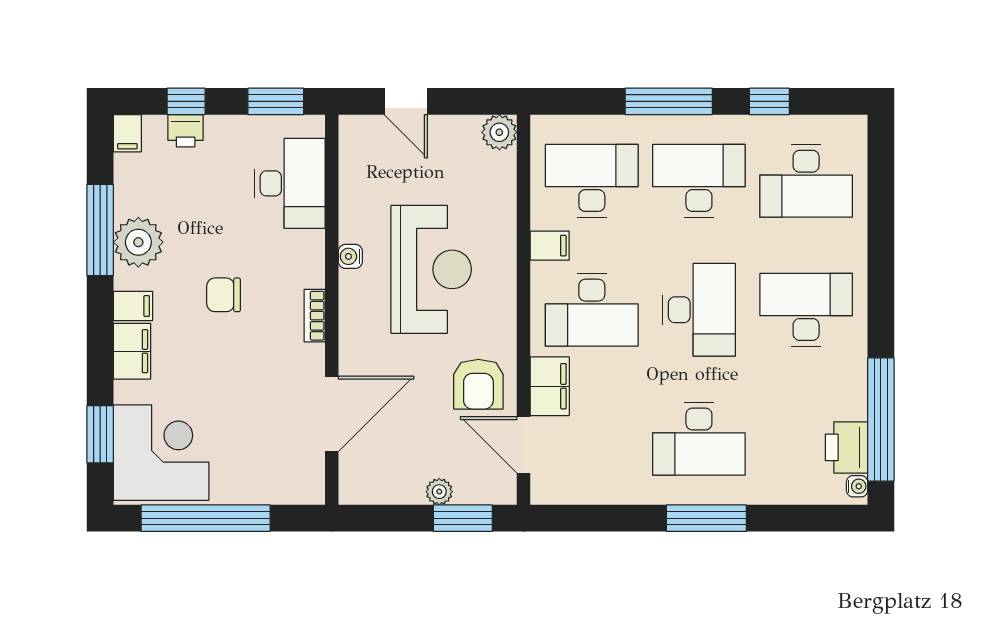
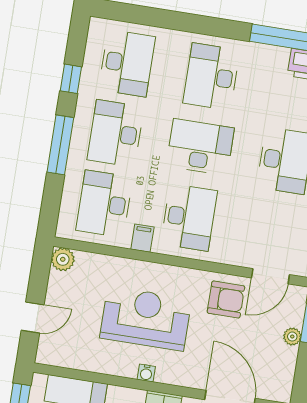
water cooler: (350, 256) -> (146, 373), moved
filing cabinet: (550, 386) -> (235, 253), removed

